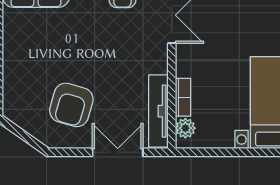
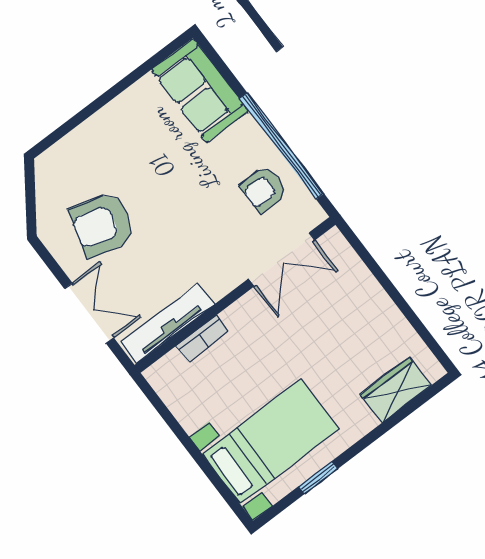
plant: (185, 128) -> (171, 367), removed

